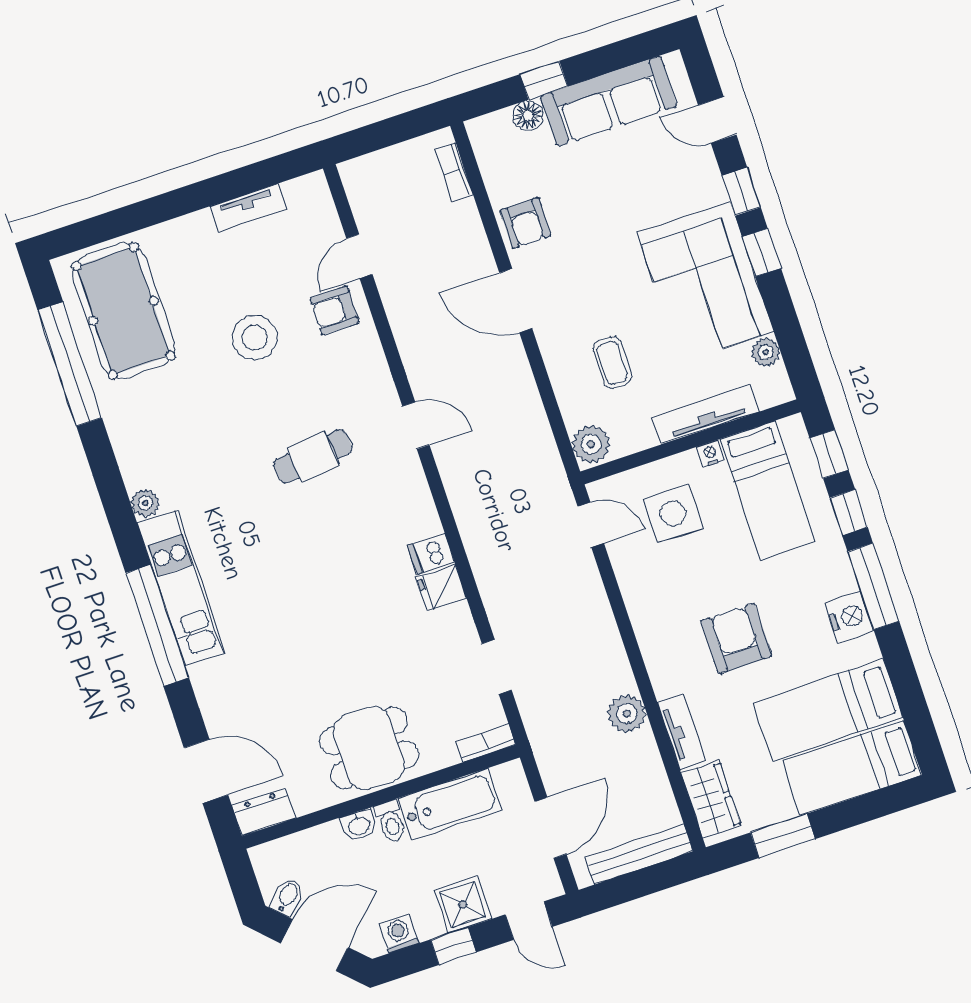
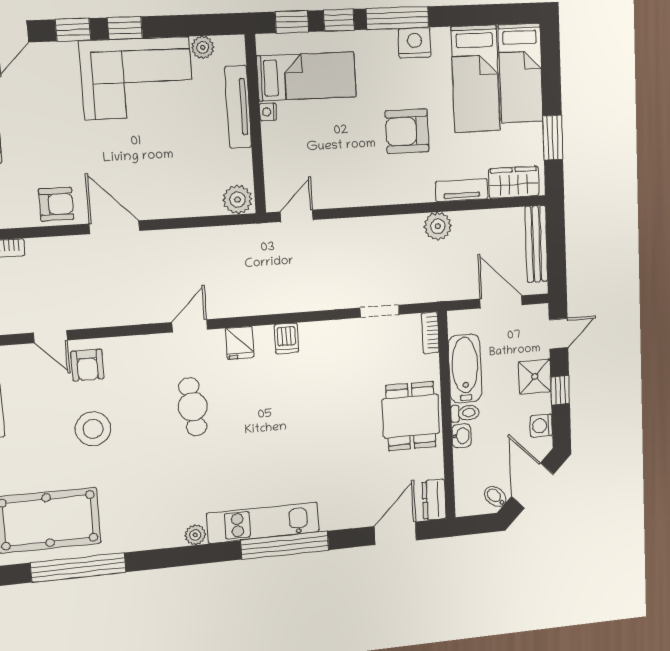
door: (516, 301) -> (114, 227), swing flipped
coffee table: (612, 363) -> (180, 167), removed
side table: (673, 513) -> (305, 153), removed
fridge: (441, 588) -> (240, 343), moved

